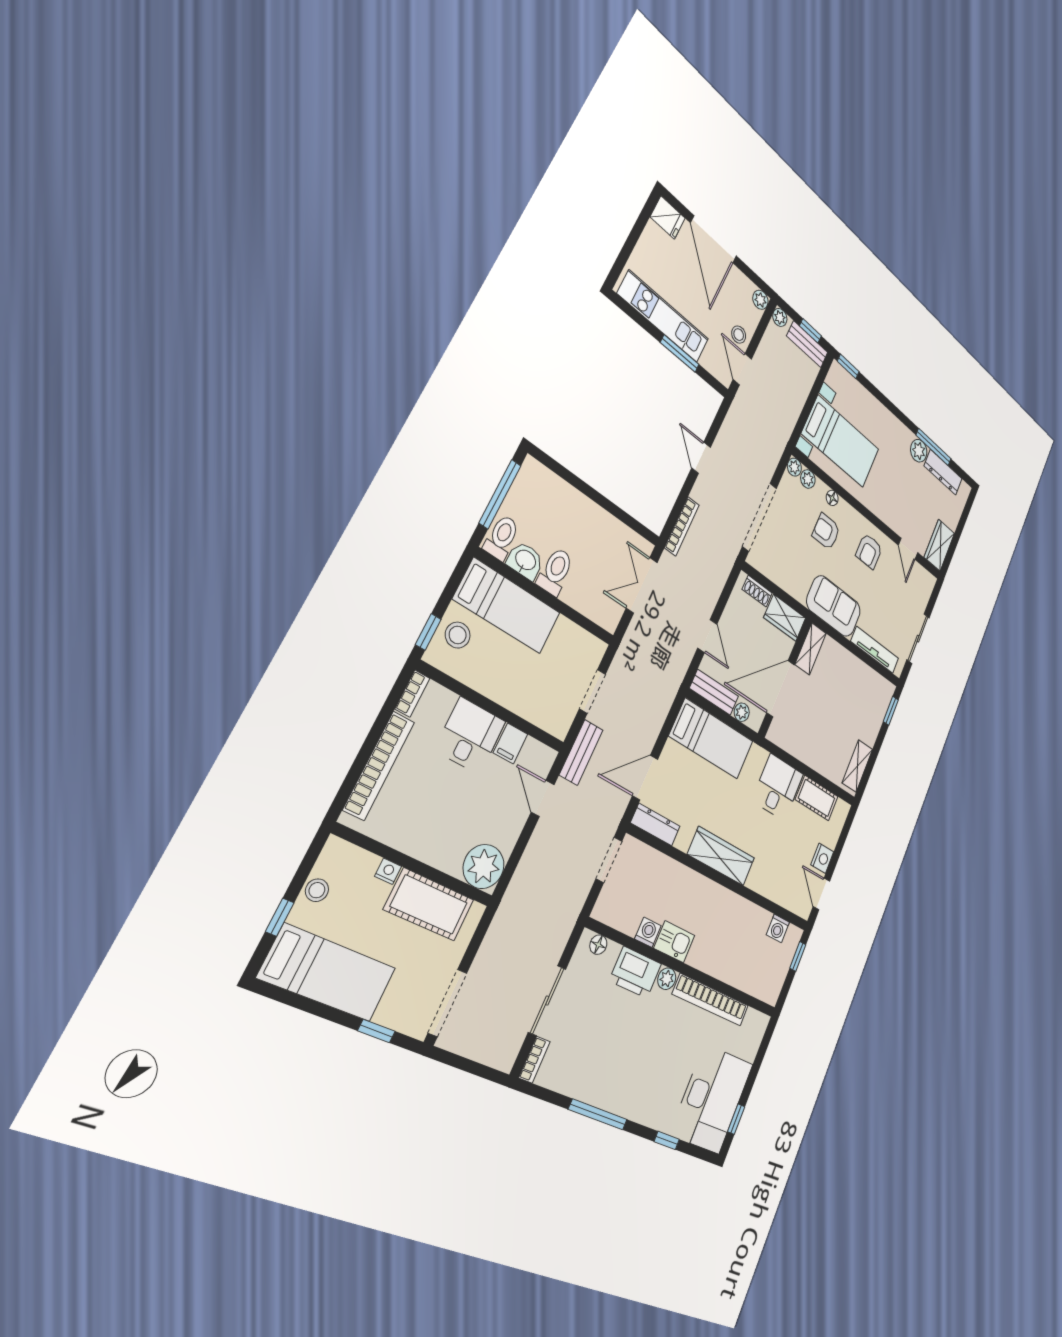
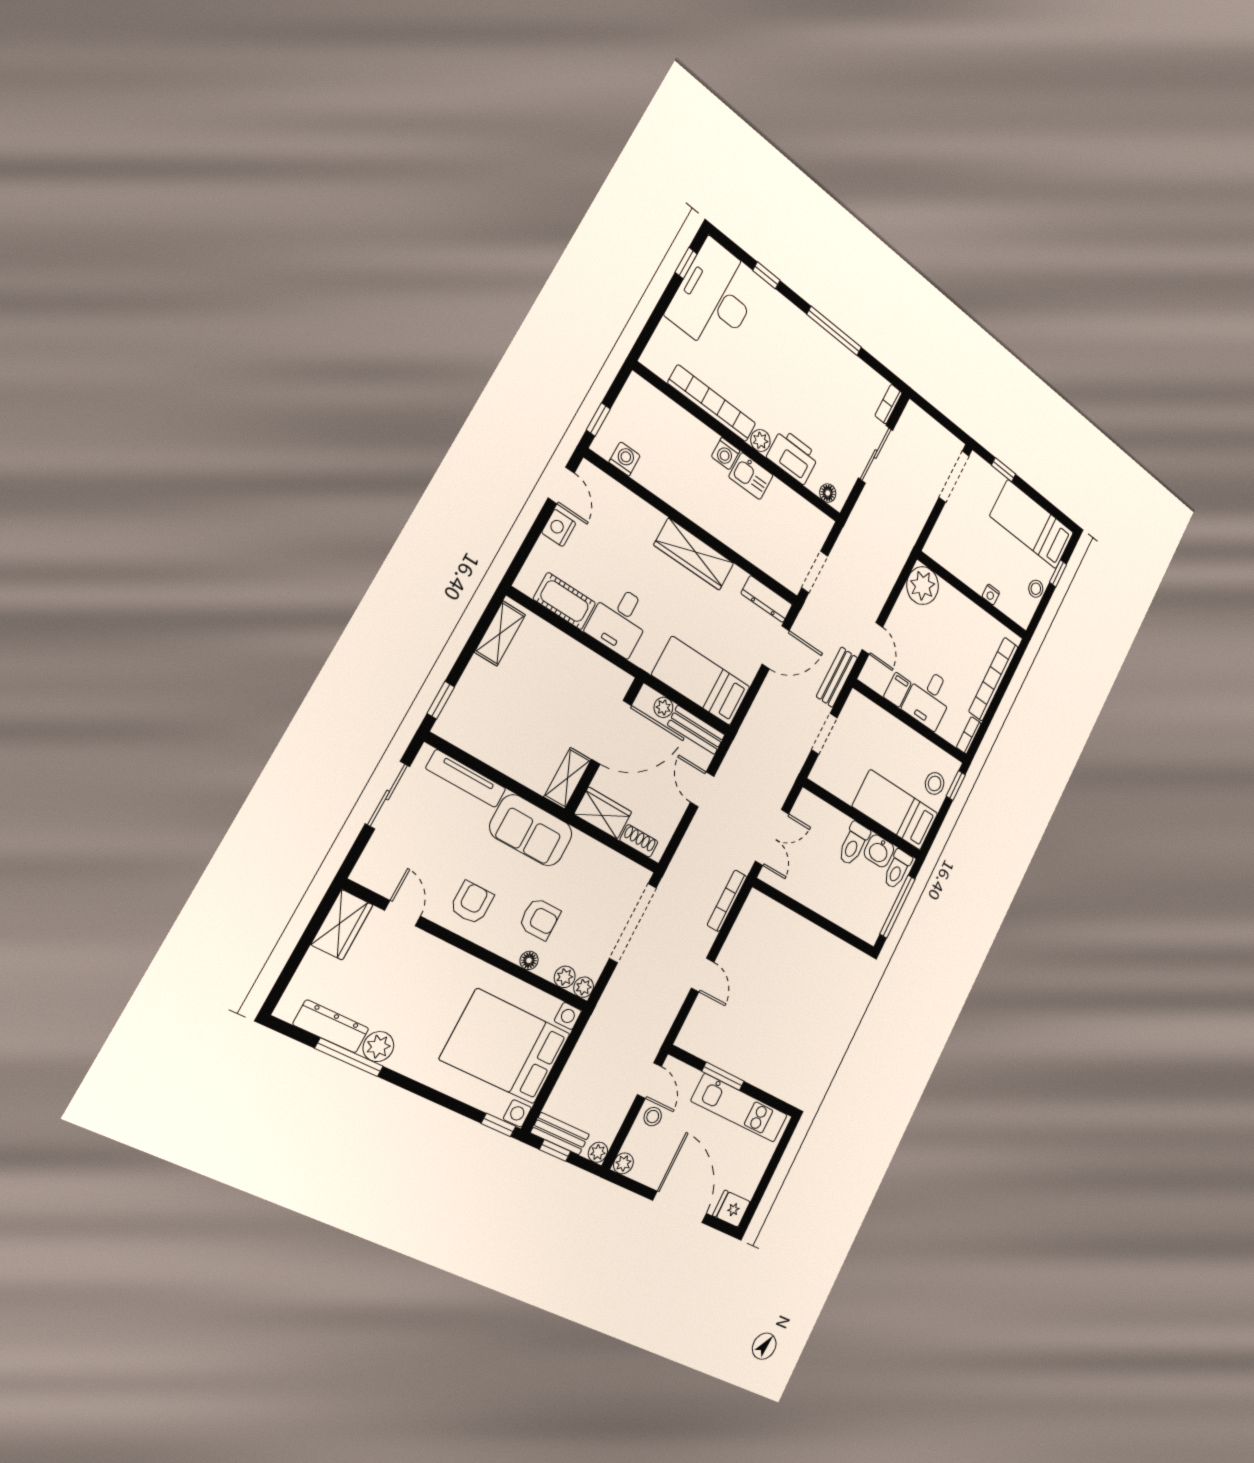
bed with nightstands: (841, 442) -> (505, 1046), width x1.36
cot: (429, 905) -> (964, 562), removed
washing machine: (648, 932) -> (726, 454), moved

